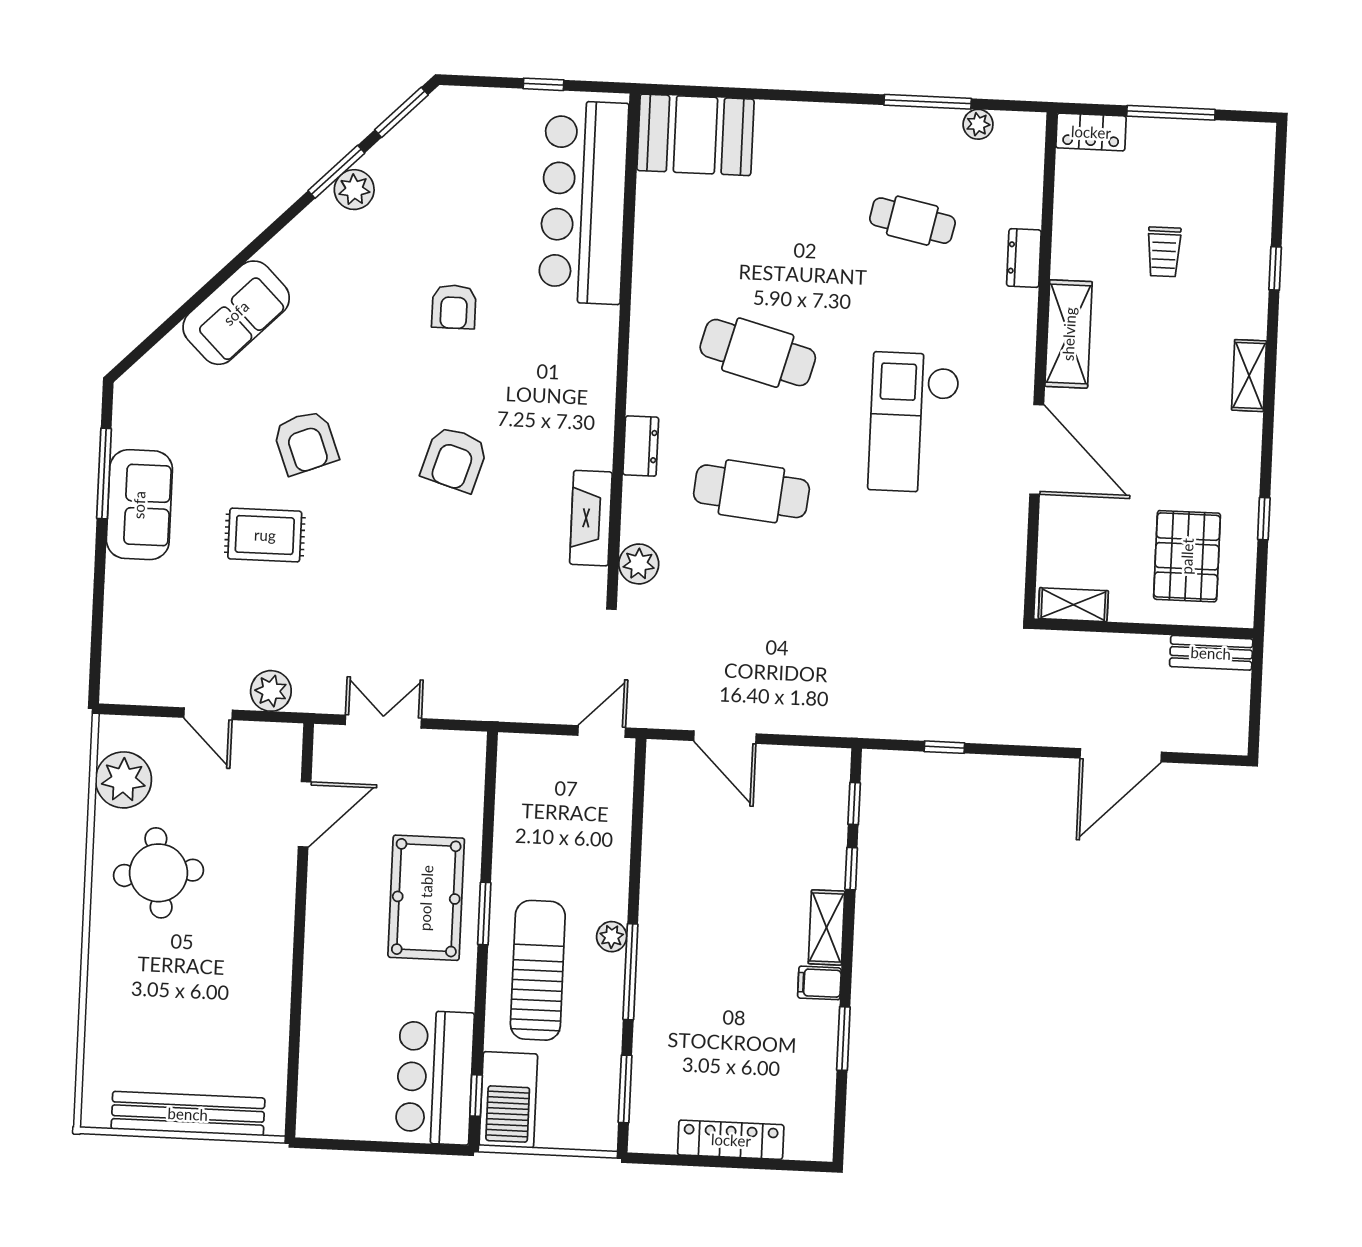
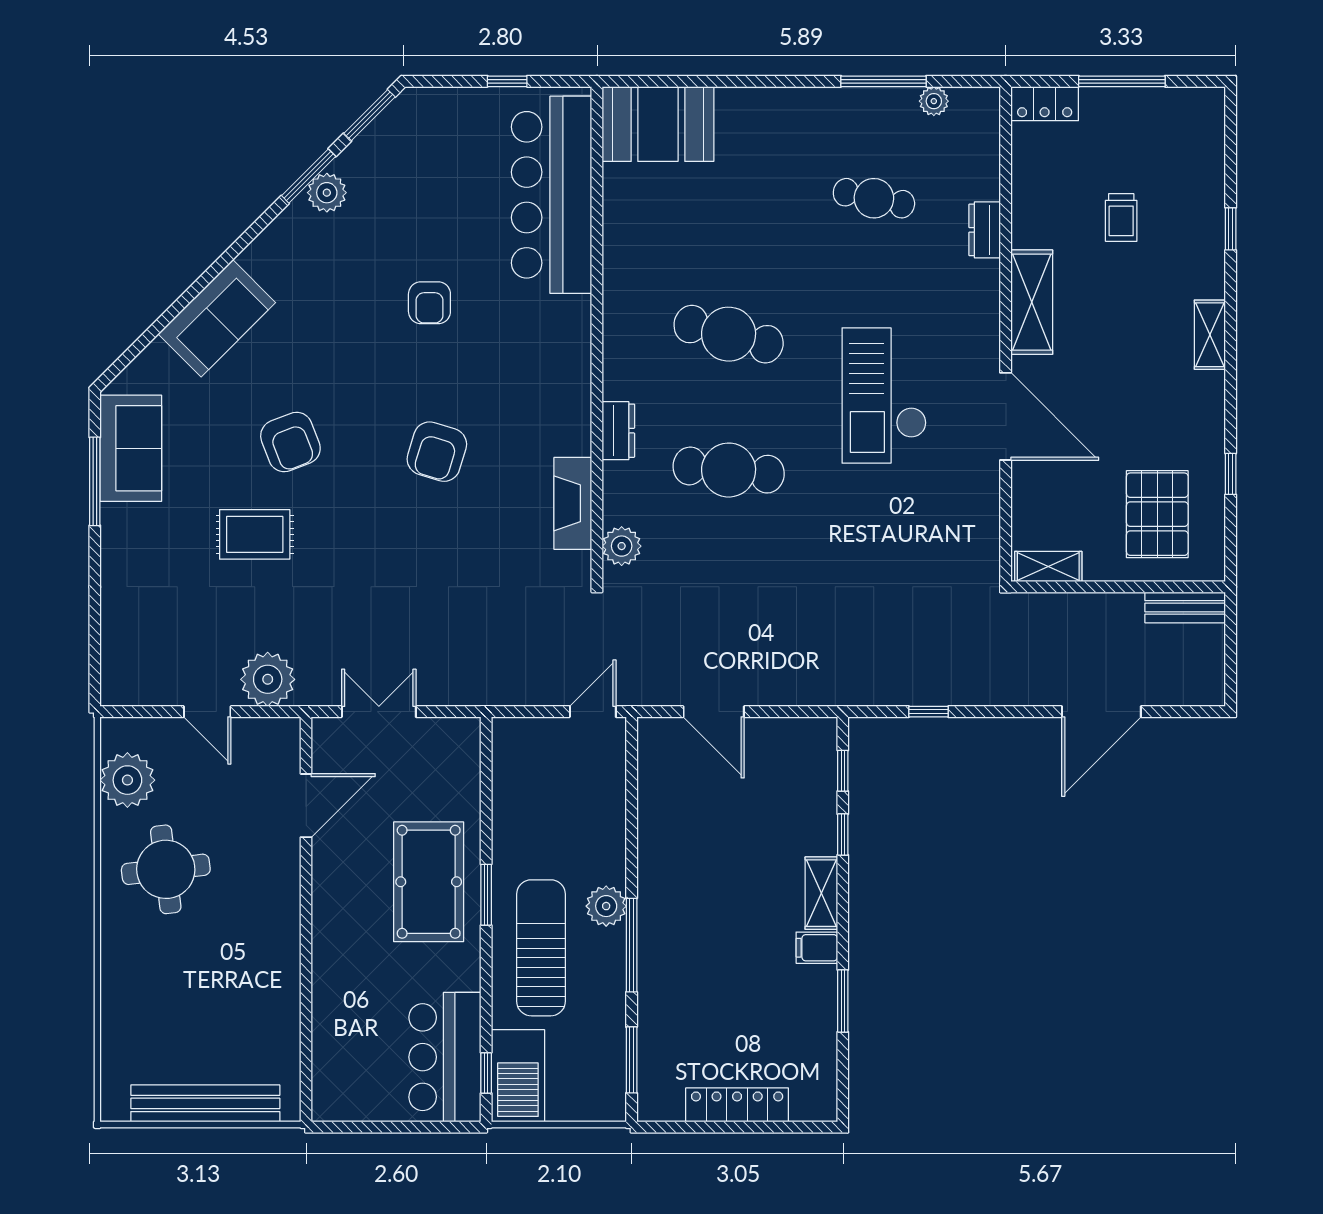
sofa: (139, 505) -> (131, 448), moved
plant: (271, 691) -> (268, 679), width x1.36, depth x1.36
plant: (612, 937) -> (606, 906), width x1.38, depth x1.38

